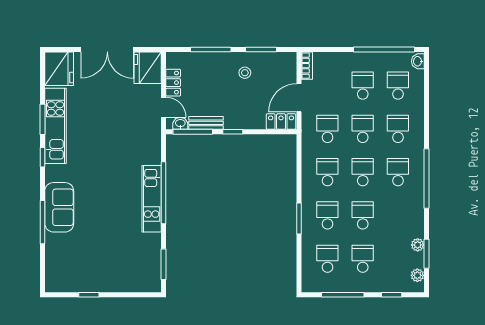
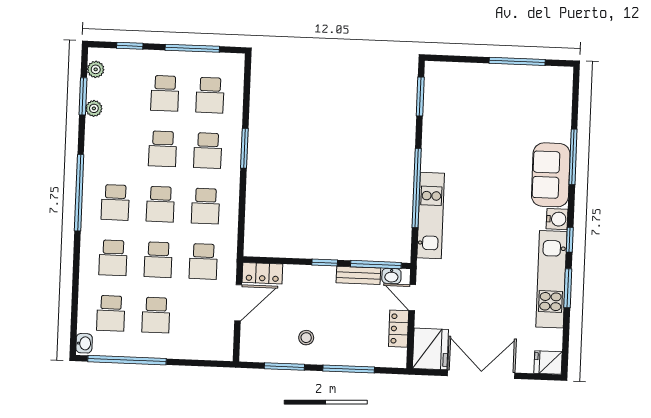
bookcase: (307, 66) -> (226, 343), removed
fridge: (59, 69) -> (548, 363), width x0.53, depth x0.75
water cooler: (53, 173) -> (557, 219), added
kitchen unit: (152, 199) -> (431, 215), moved
window: (89, 295) -> (517, 61), width x2.17

